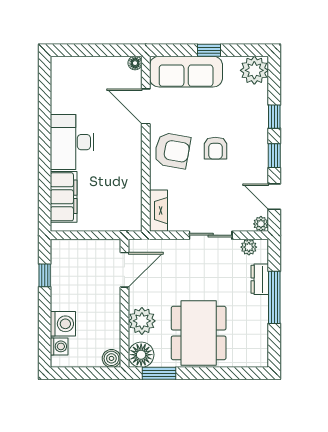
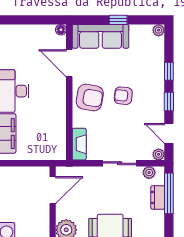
plant: (254, 70) -> (159, 30), width x0.53, depth x0.53
armchair: (215, 148) -> (123, 96), turned 96
window: (274, 297) -> (169, 193), moved

